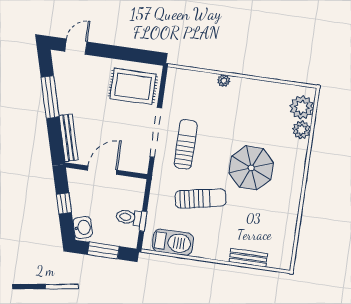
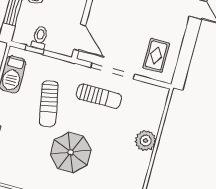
plant: (224, 81) -> (146, 141), width x1.88, depth x1.88
rug: (133, 86) -> (156, 55), width x0.73, depth x0.70
door: (102, 170) -> (80, 38), moved

